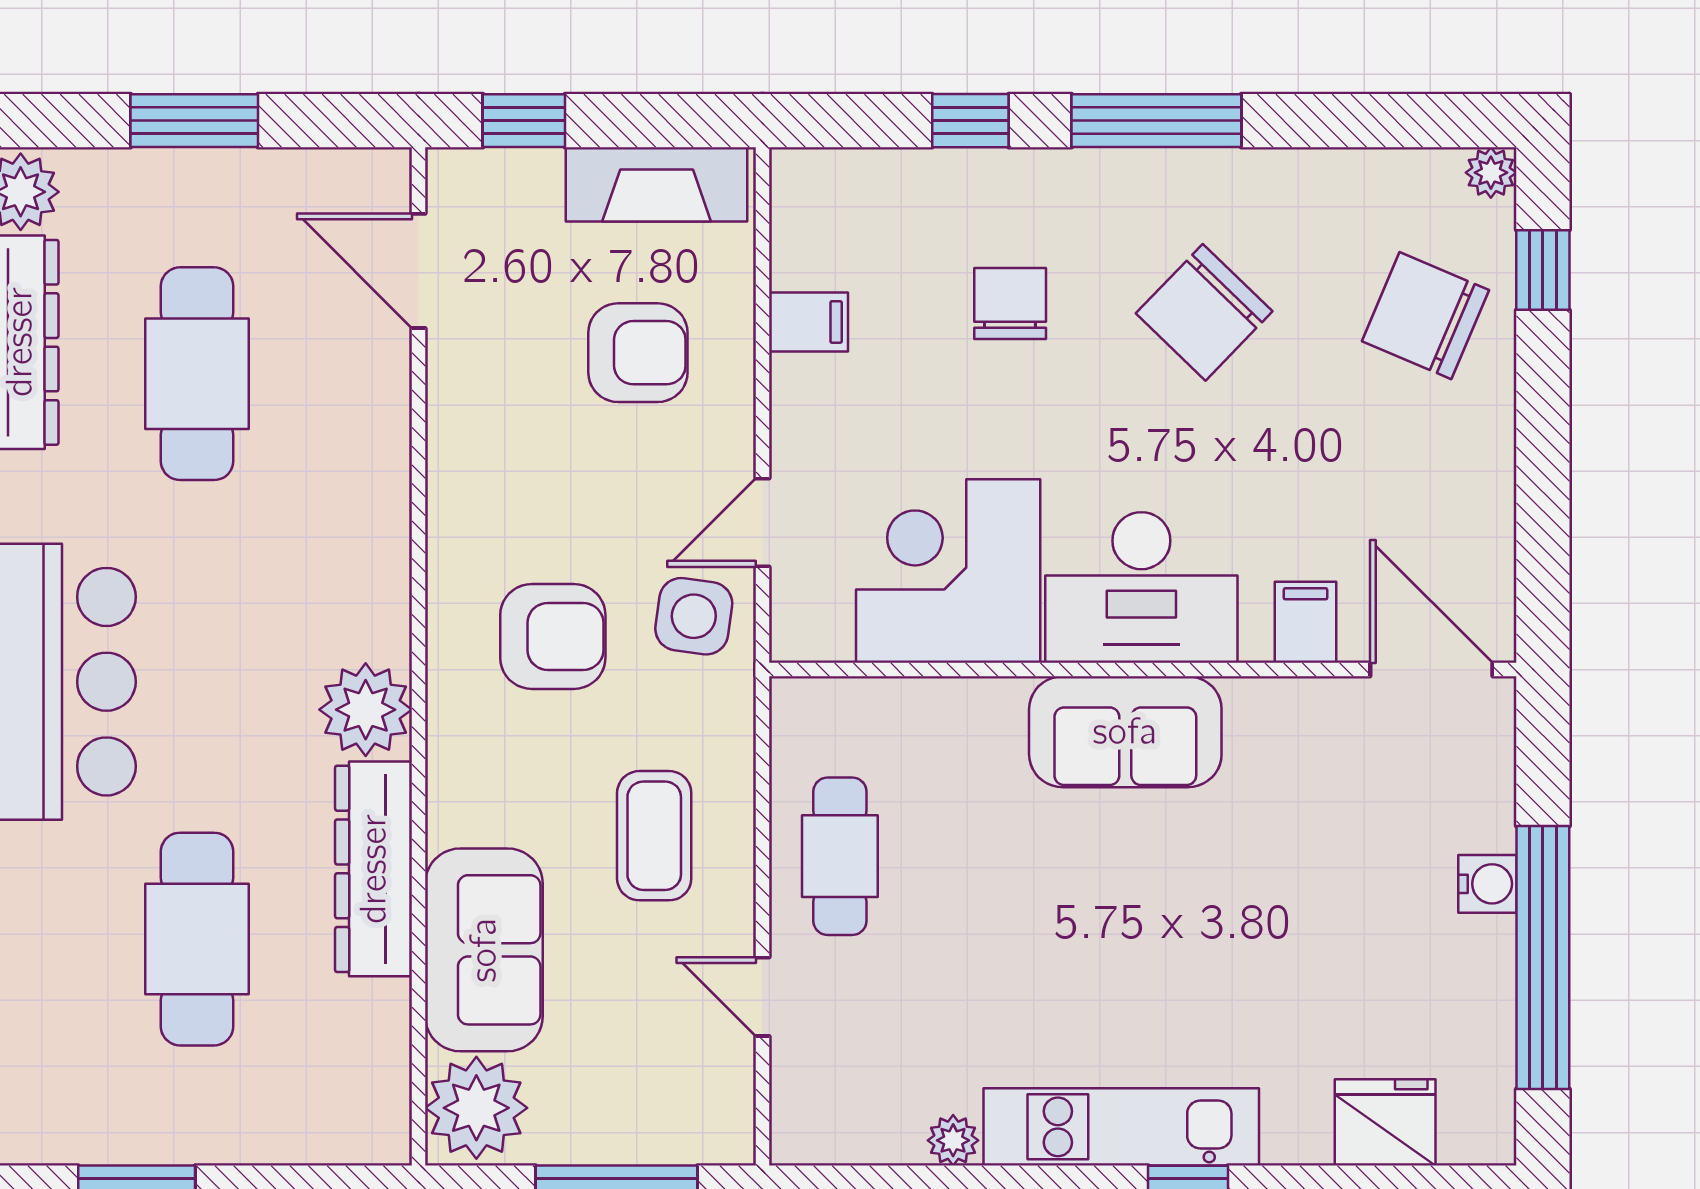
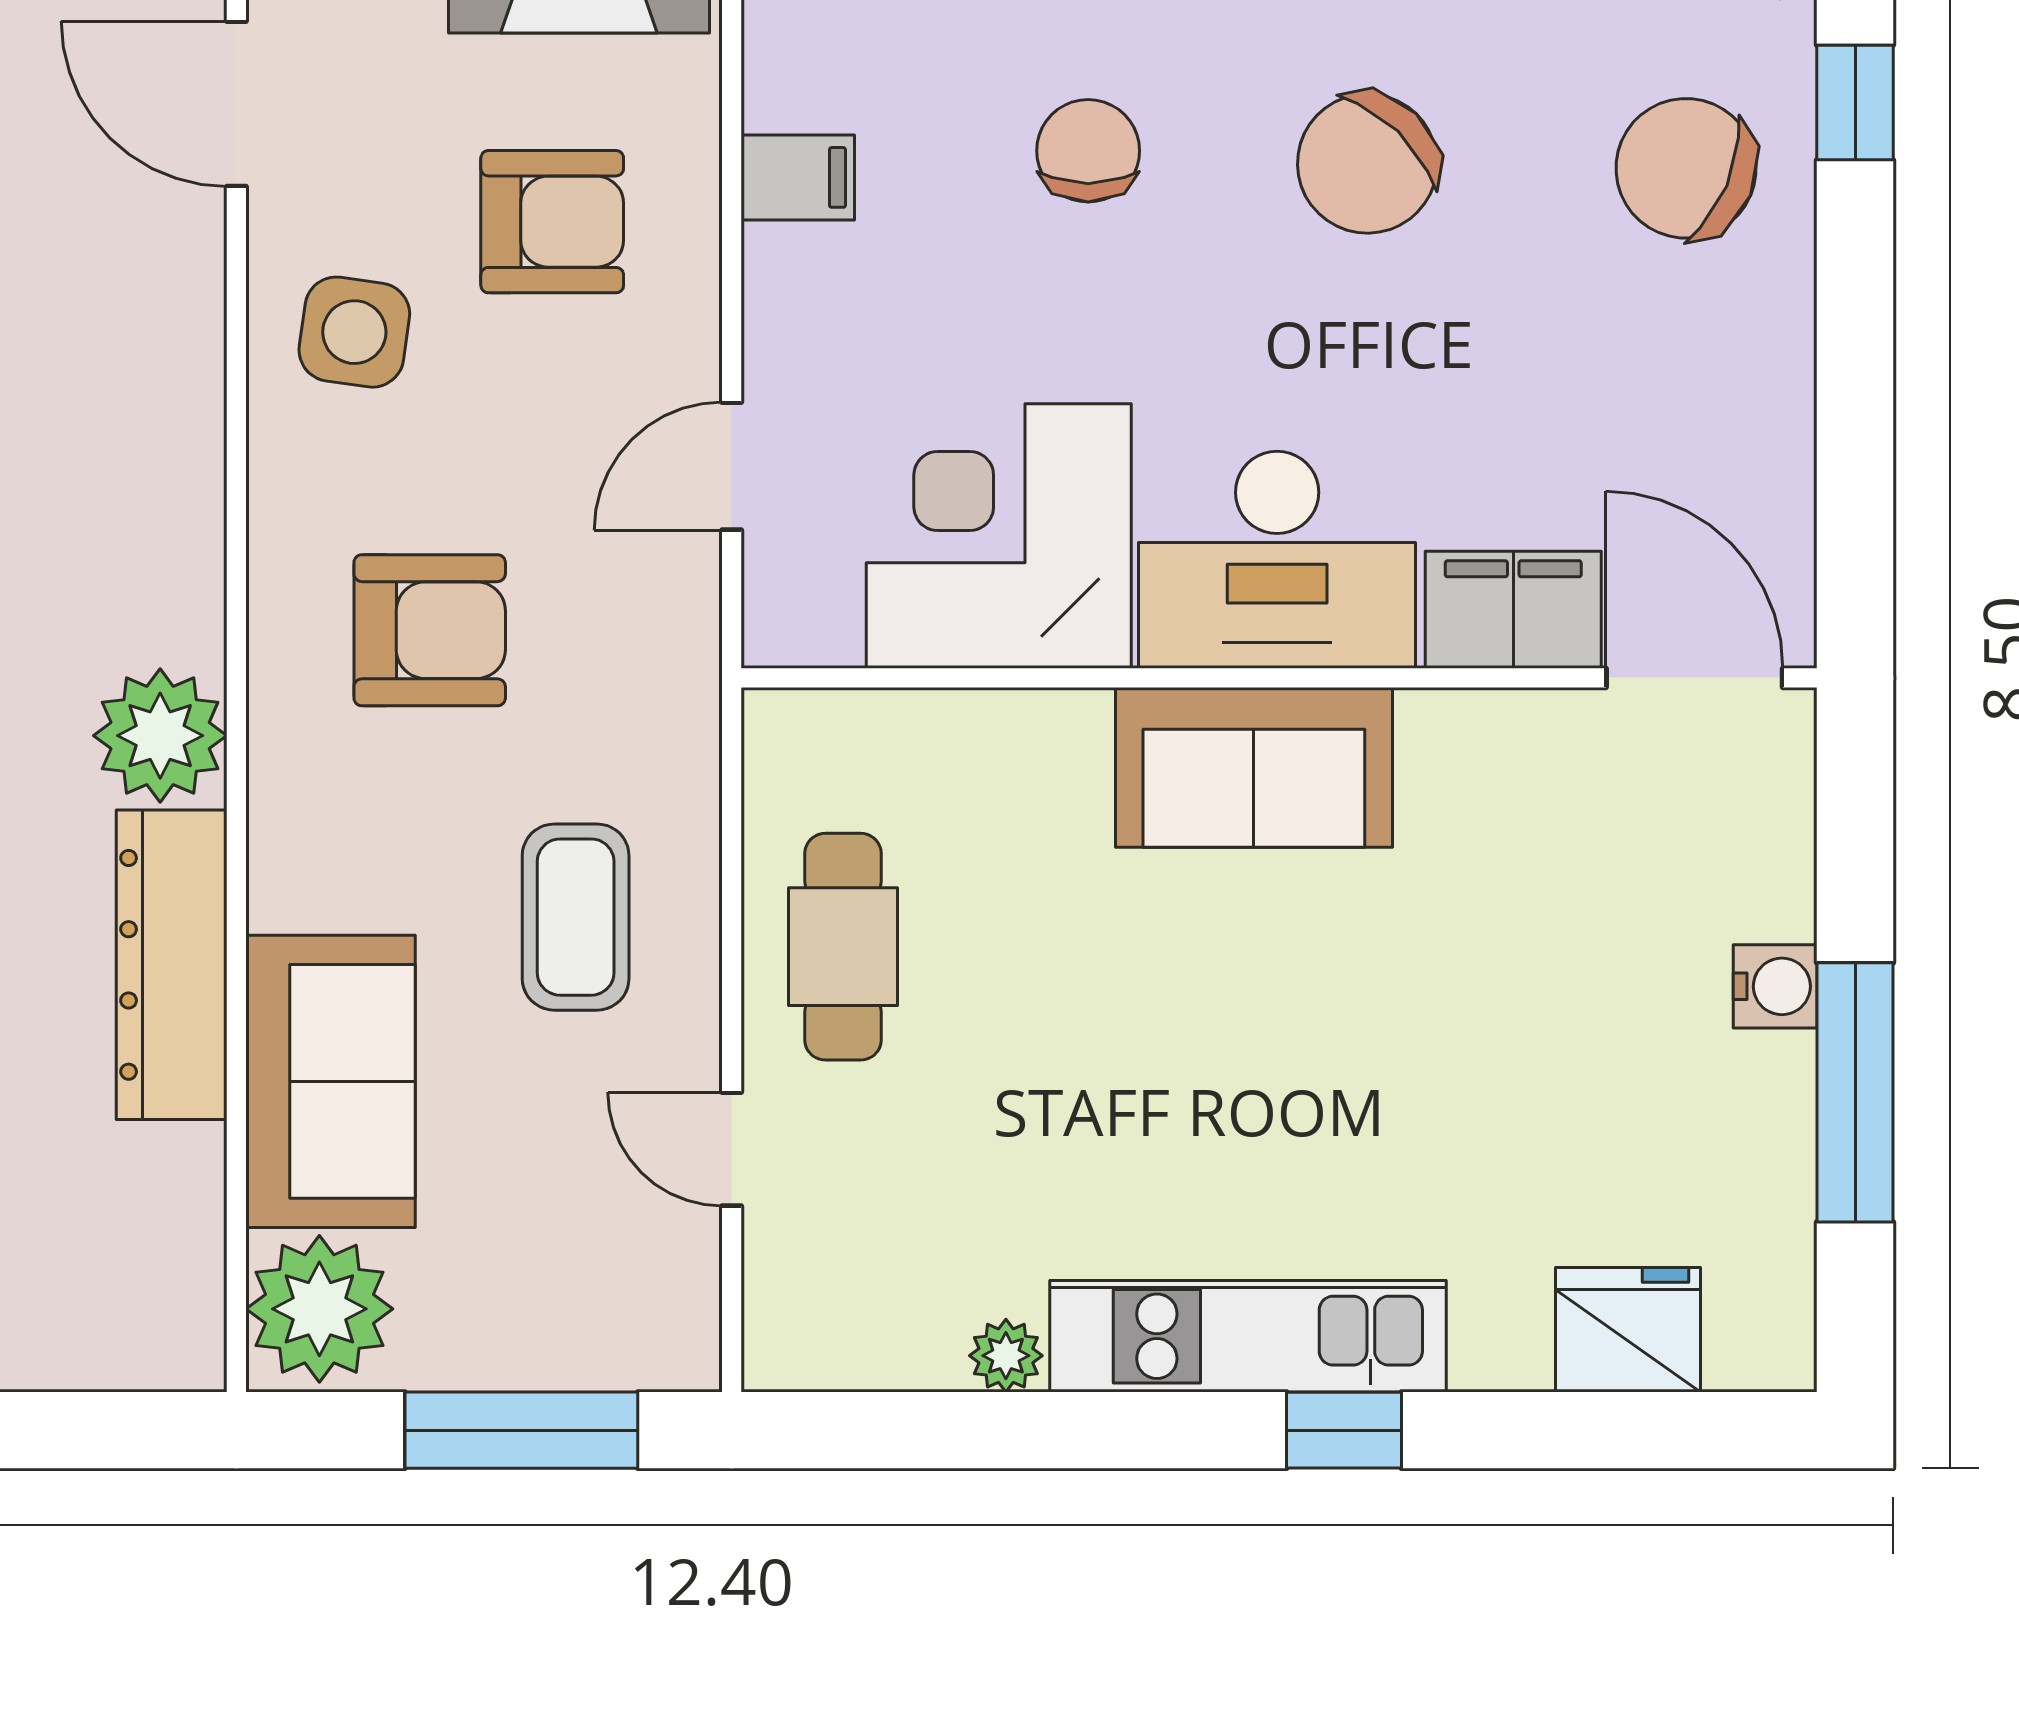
side table: (694, 616) -> (354, 332), moved
filing cabinet: (1305, 622) -> (1513, 610), width x2.00
window: (1543, 957) -> (1855, 1092), width x0.68

